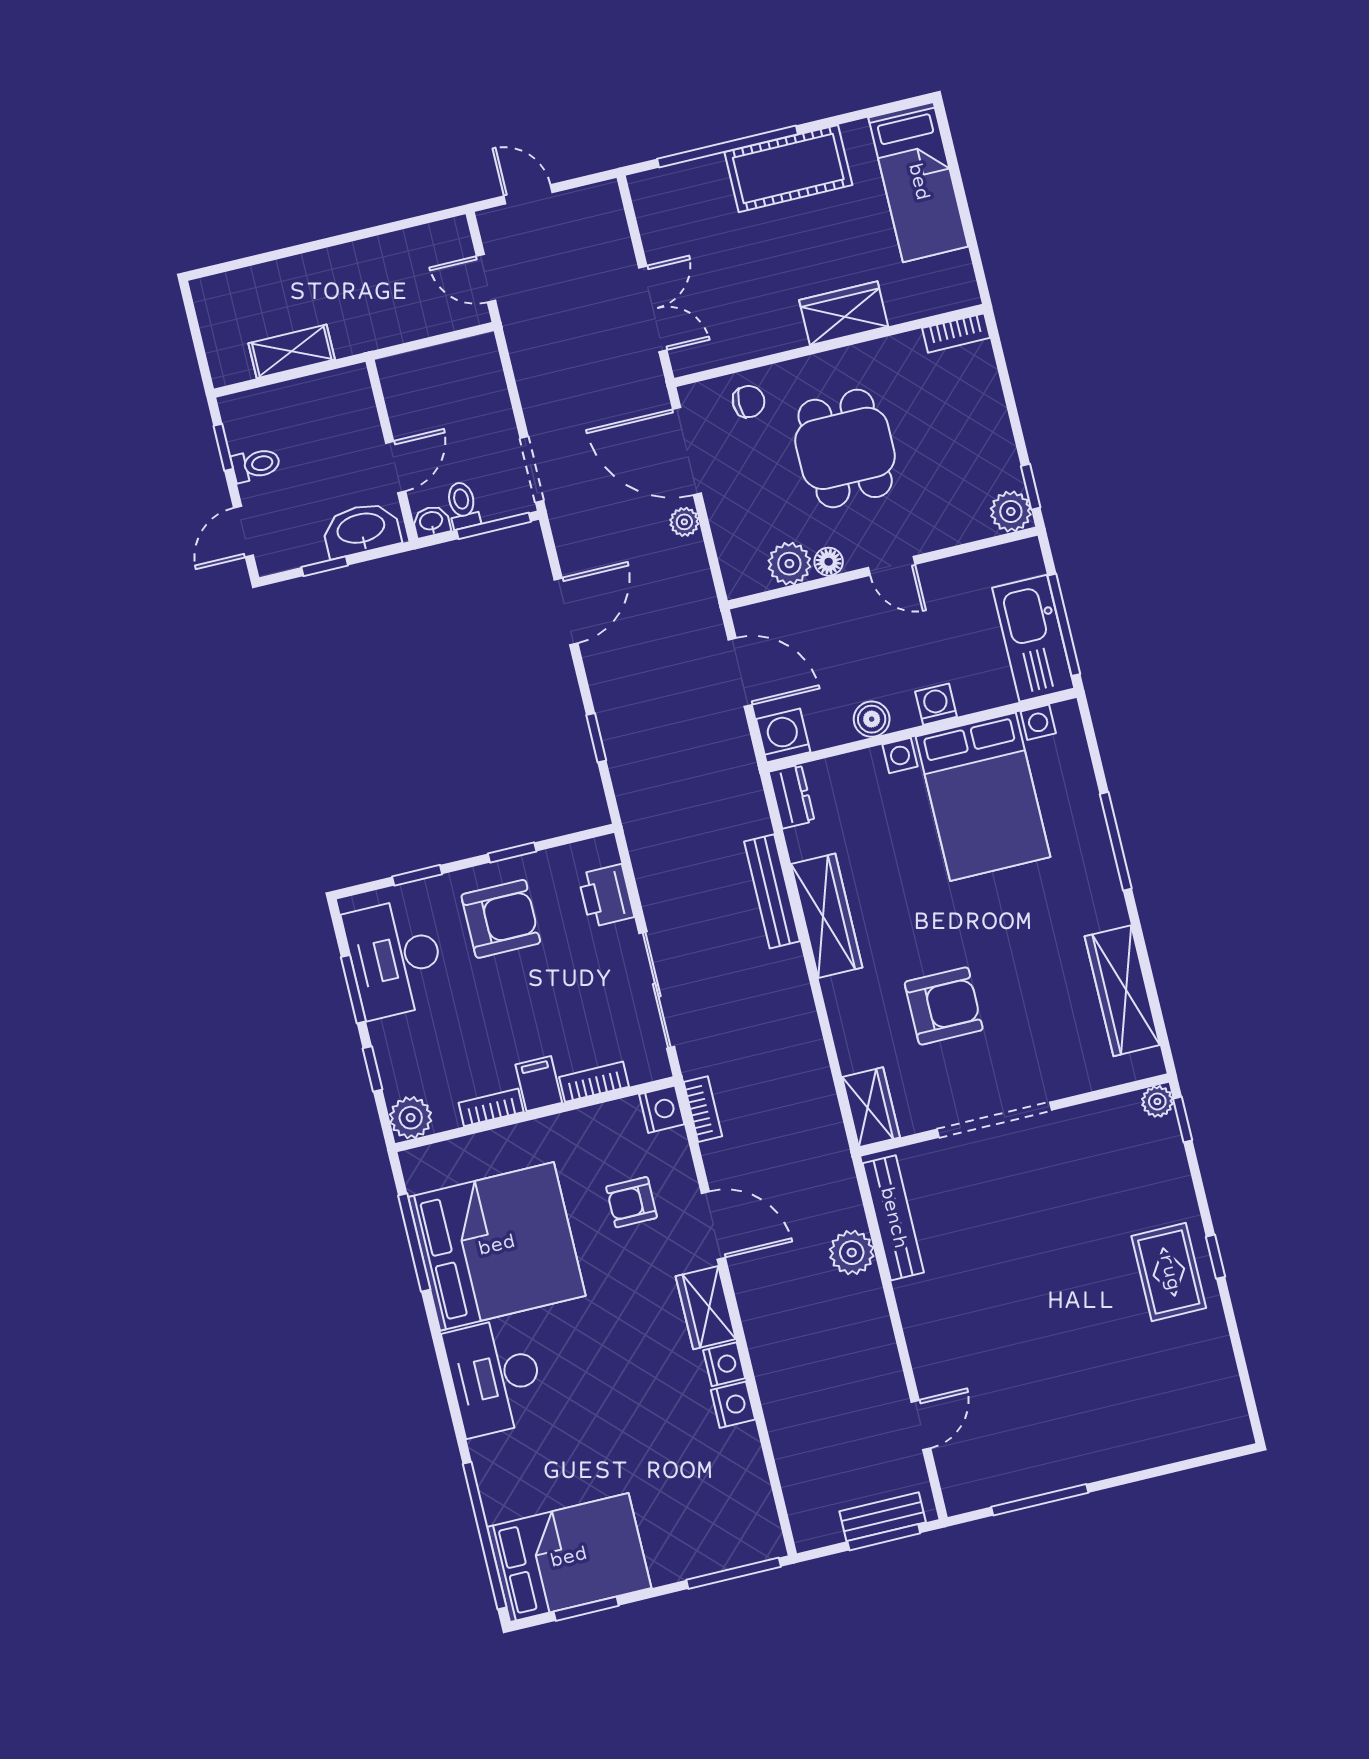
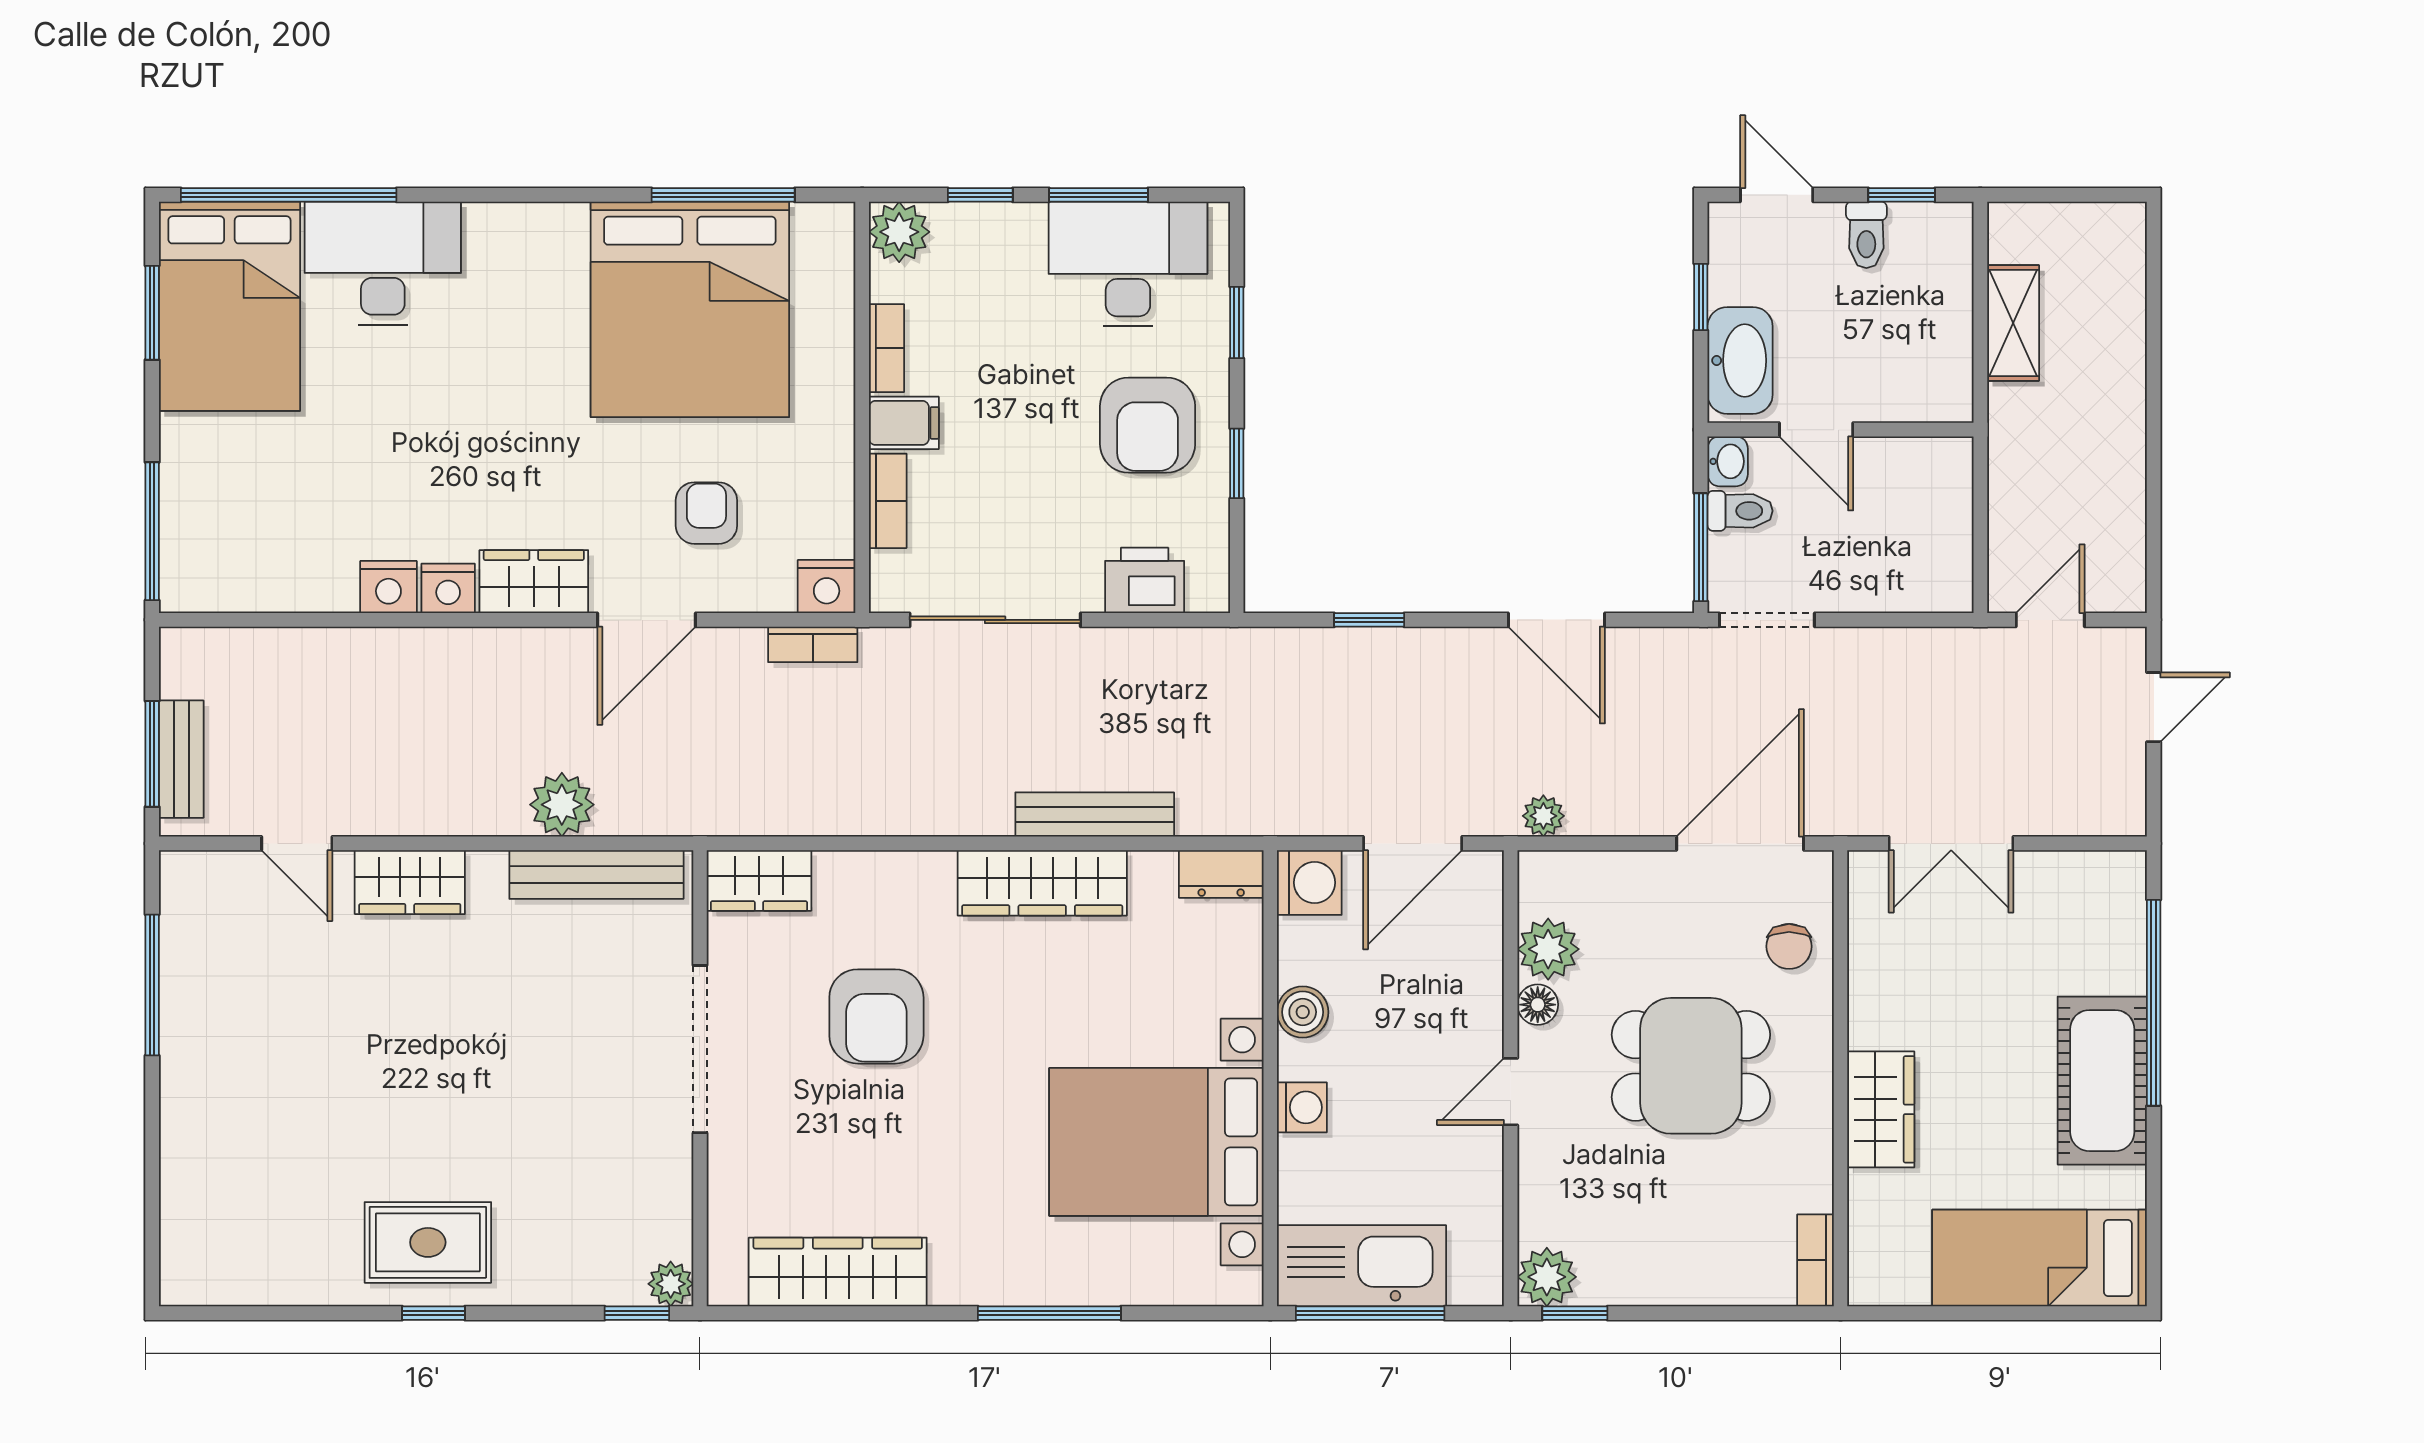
plant: (684, 522) -> (1543, 816), moved
wardrobe: (929, 1343) -> (410, 882), added
desk: (495, 1377) -> (383, 263), moved

